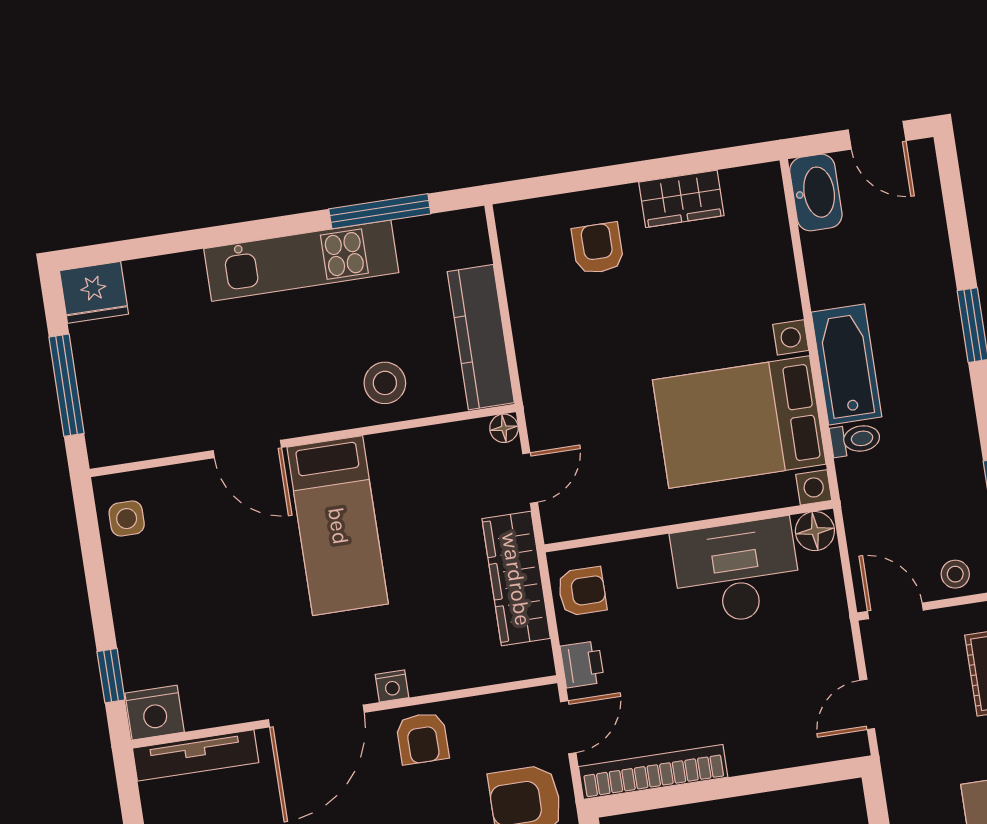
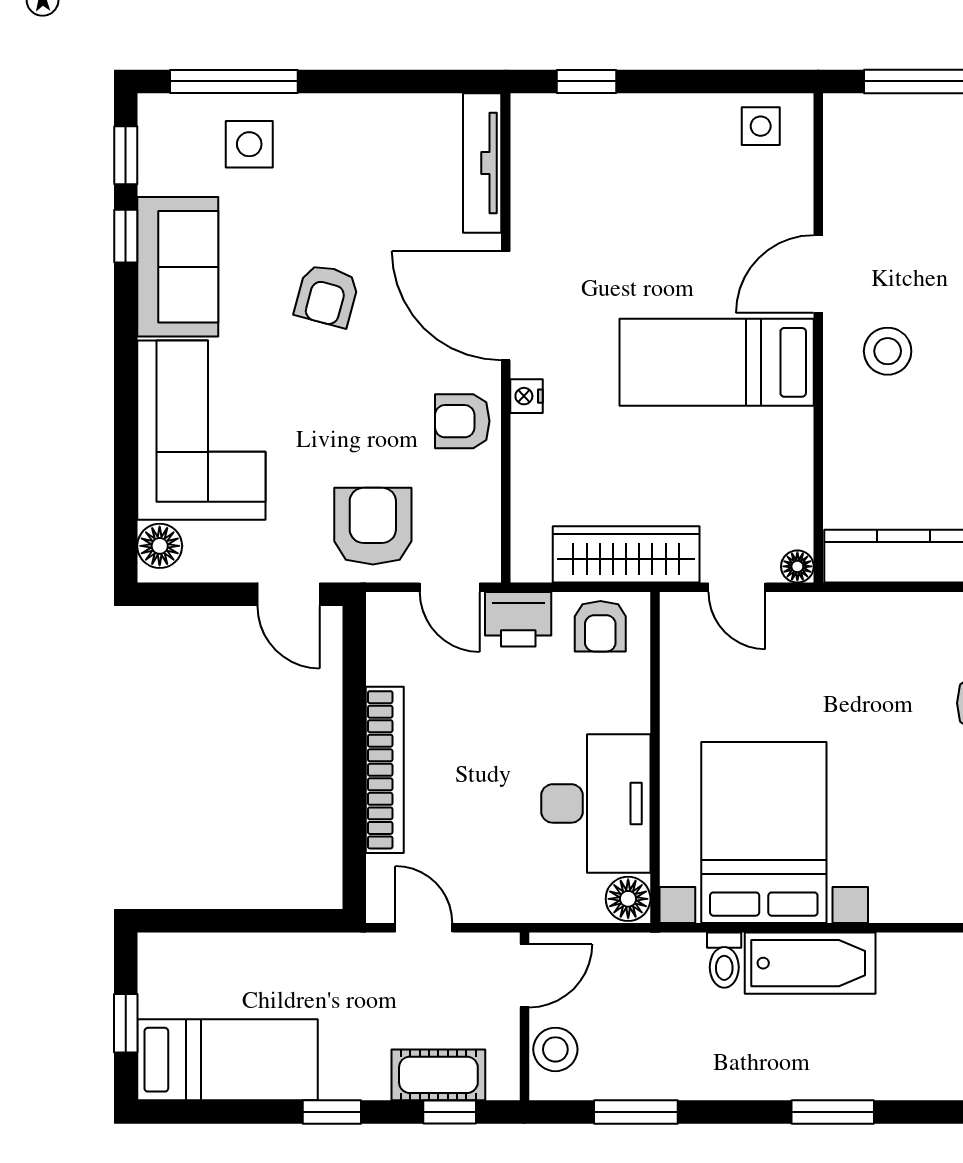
stool: (385, 383) -> (888, 351), moved
stool: (955, 574) -> (555, 1049), width x1.37, depth x1.37
printer: (582, 664) -> (518, 619), width x1.36, depth x1.24
nightstand: (155, 713) -> (537, 124), removed
bookcase: (653, 772) -> (385, 770), moved

